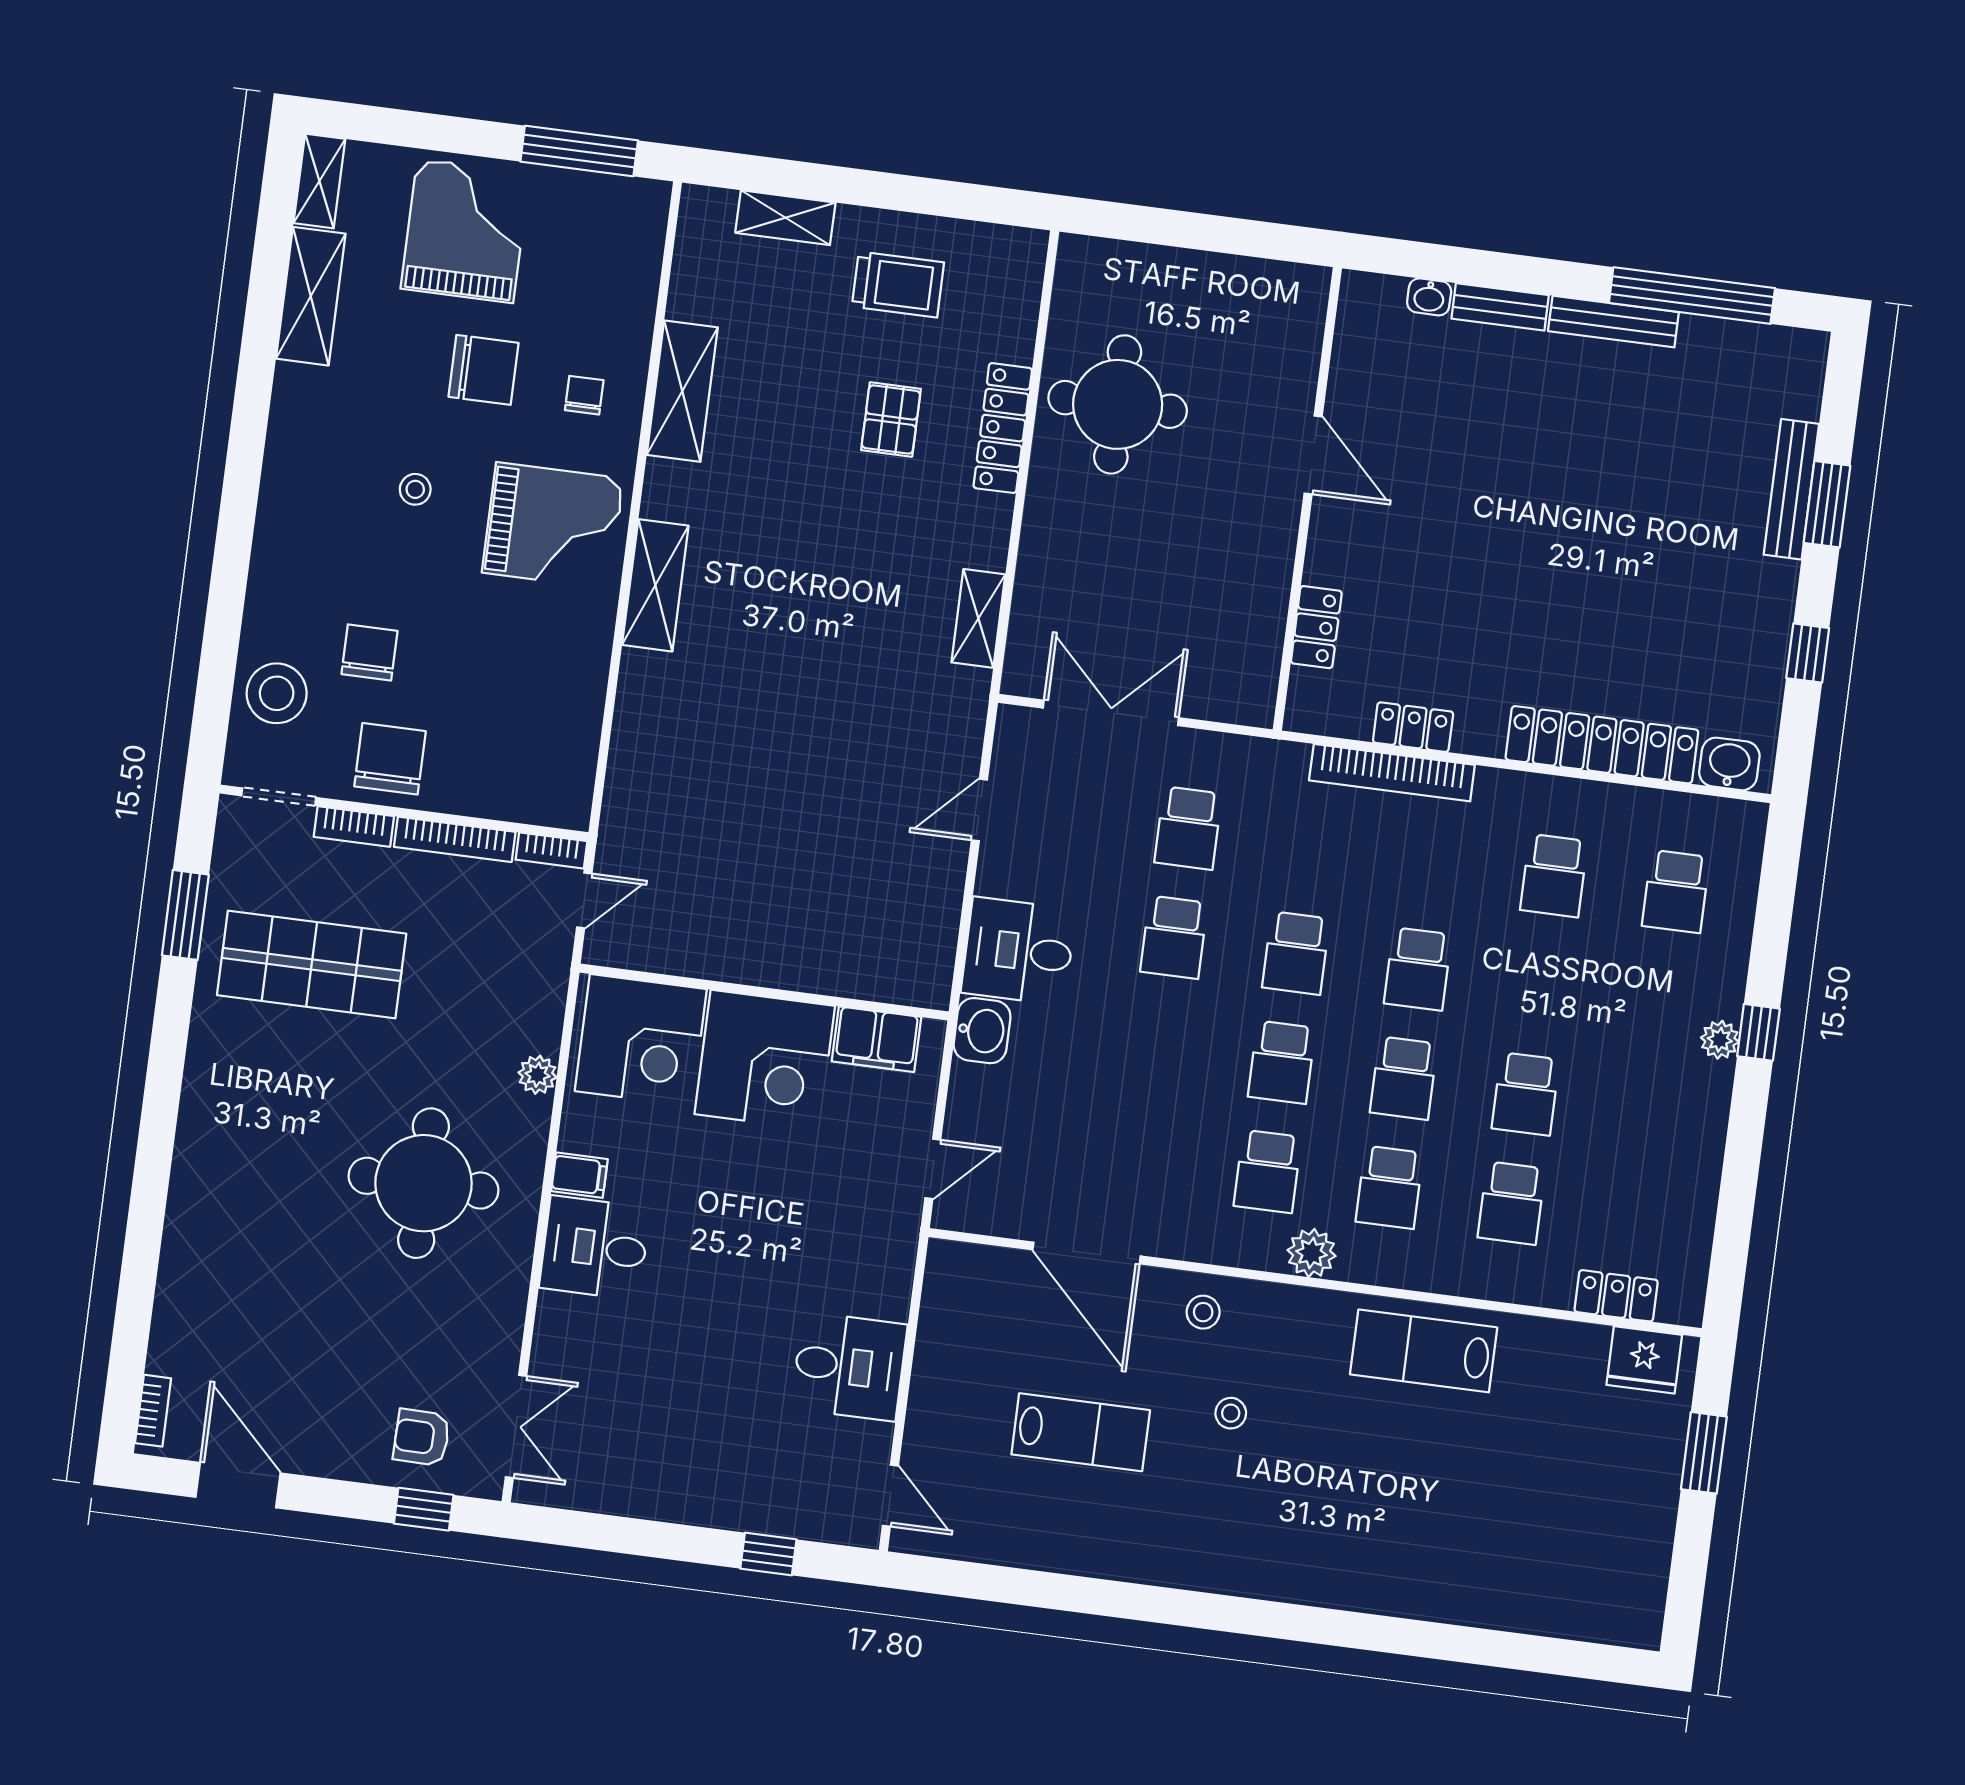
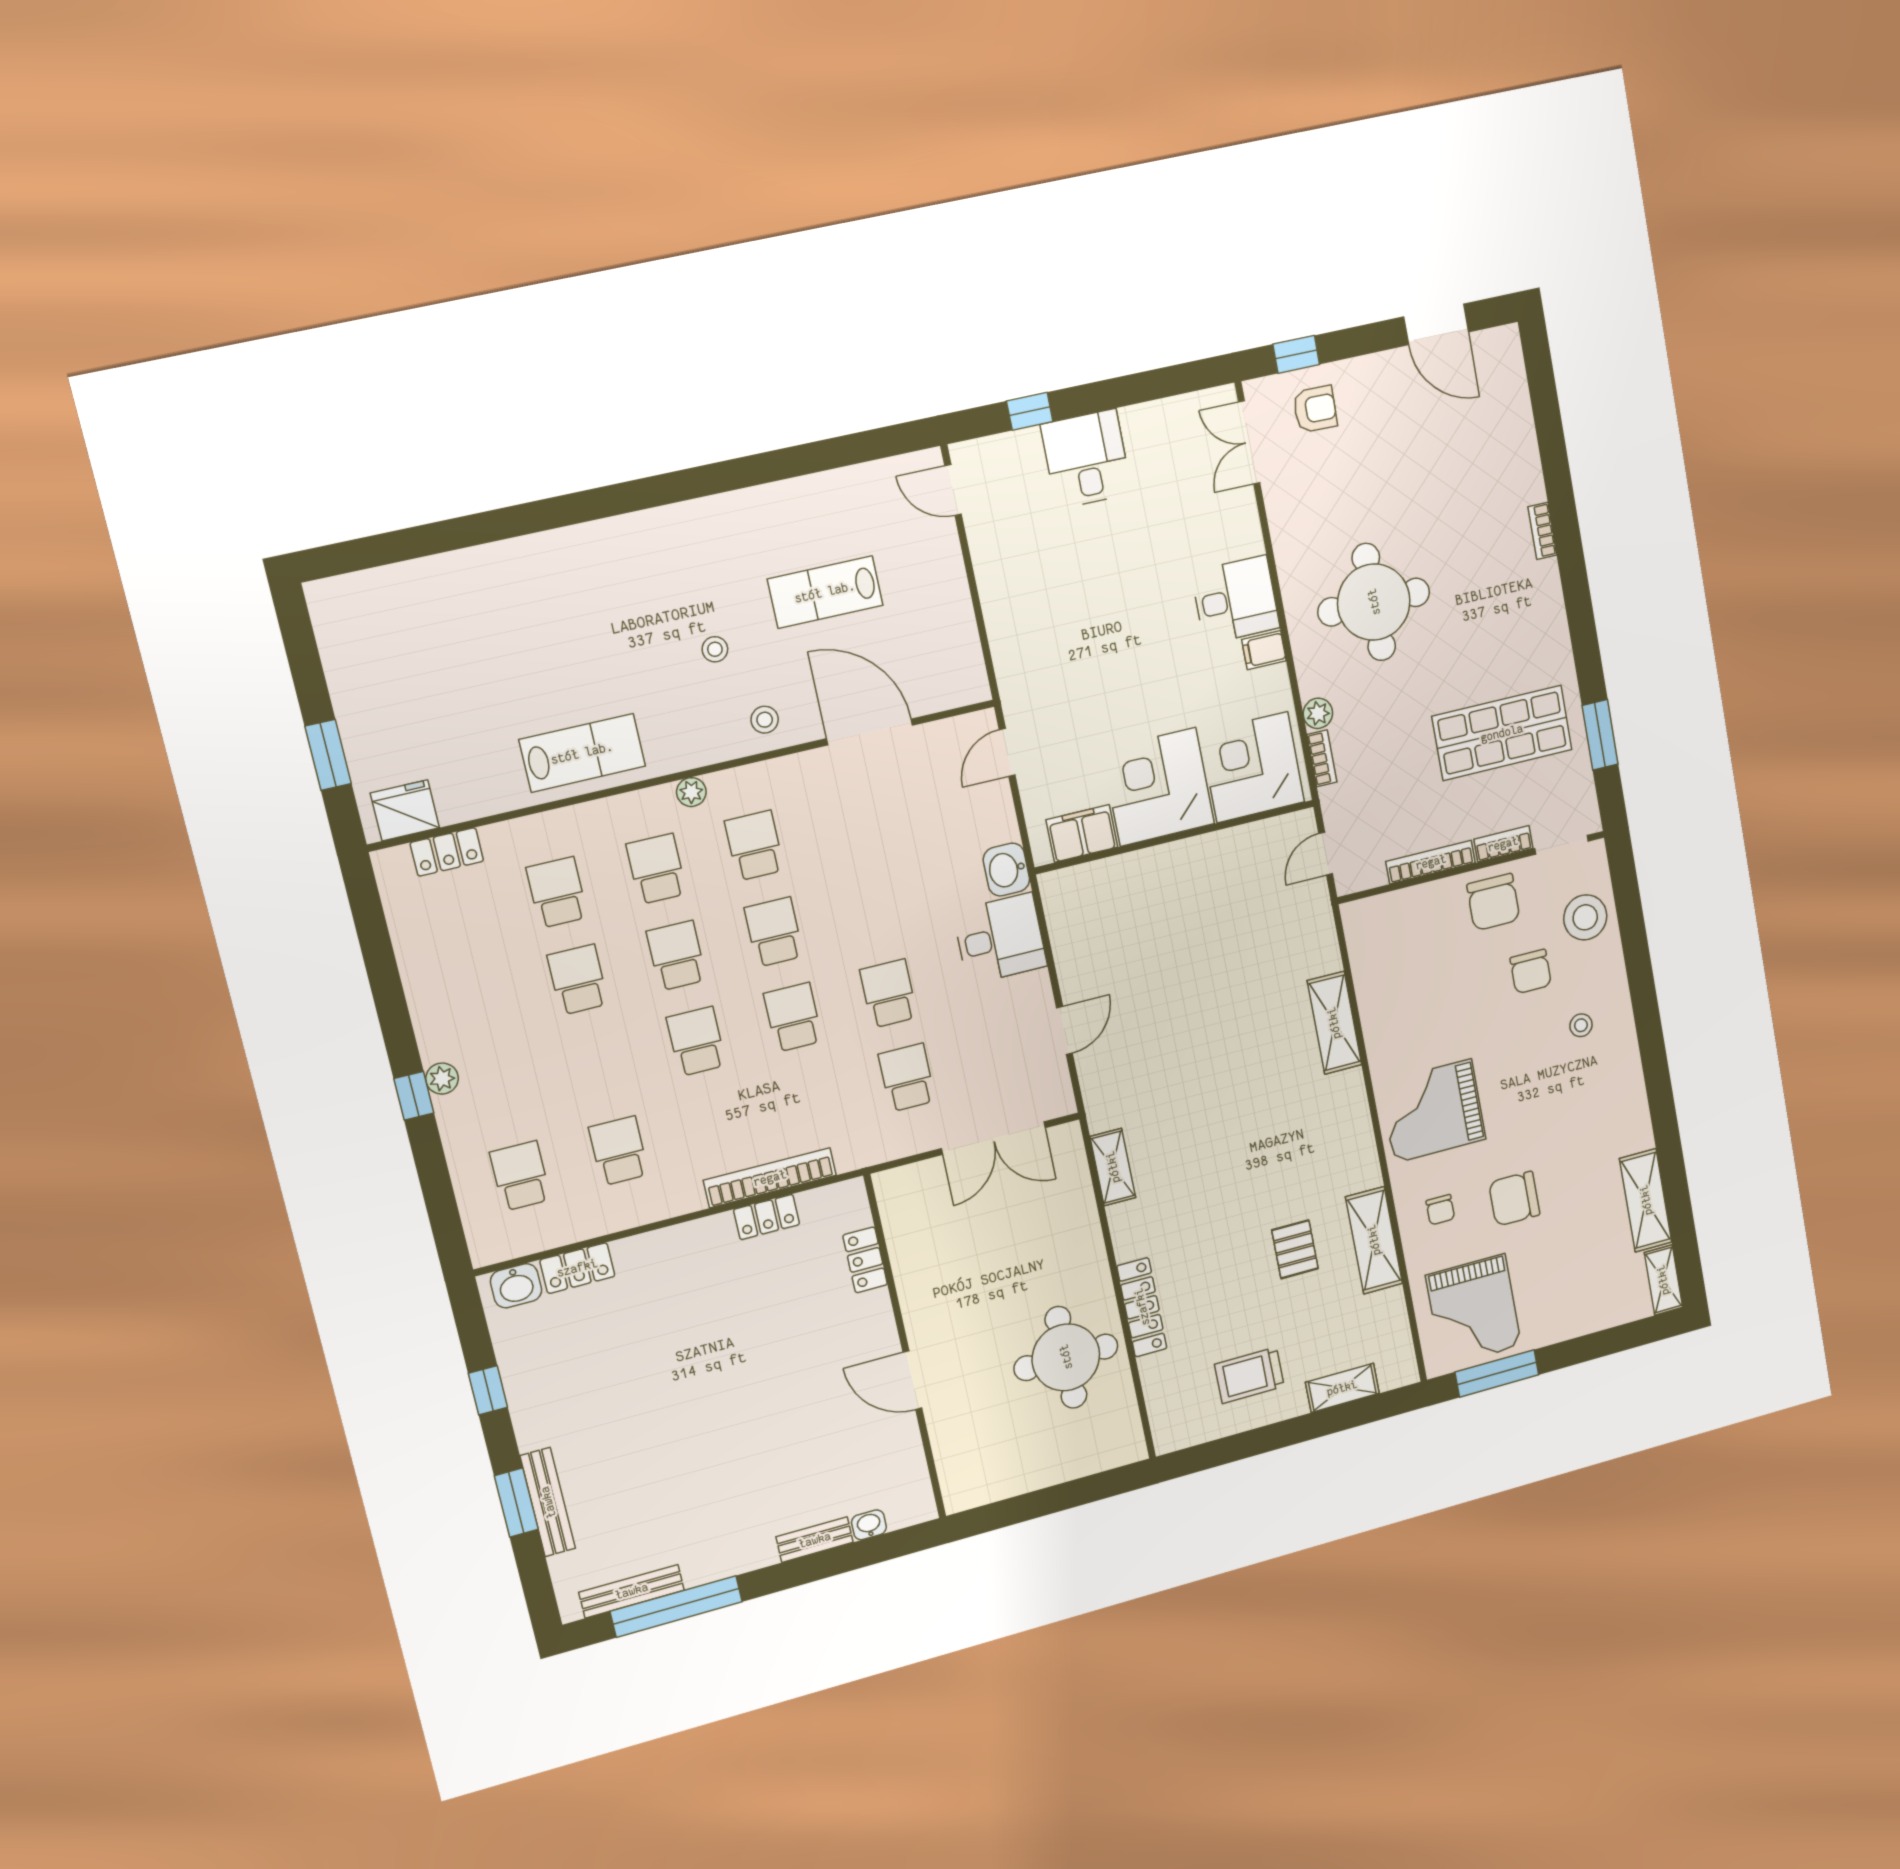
grand piano: (465, 231) -> (1474, 1311), moved
bench: (1613, 322) -> (632, 1591), moved
pallet: (891, 419) -> (1295, 1249), moved
stool: (415, 489) -> (1581, 1025), moved
shelving: (655, 585) -> (1334, 1023), moved
locker: (1602, 745) -> (577, 1268), width x0.46, depth x0.83
bookcase: (551, 850) -> (1322, 758), moved, turned 90
plant: (1312, 1253) -> (691, 792), width x0.73, depth x0.73
desk: (849, 1367) -> (1086, 459), moved, turned 90
bookcase: (153, 1411) -> (1542, 531), moved

